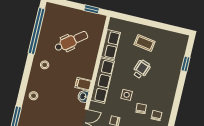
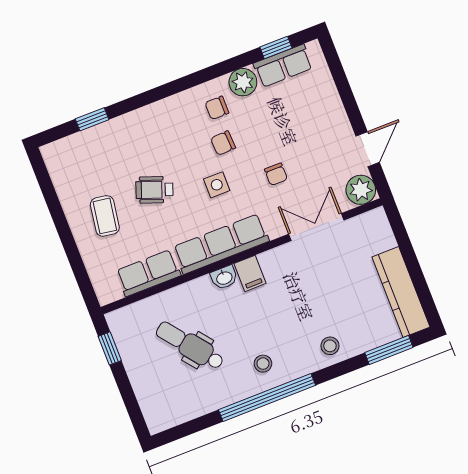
window: (37, 31) -> (267, 398), moved
washbasin: (83, 96) -> (224, 278), moved

